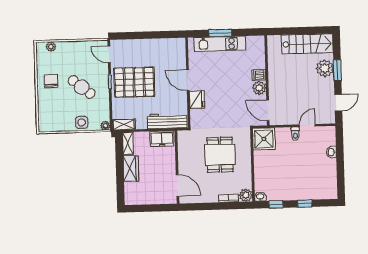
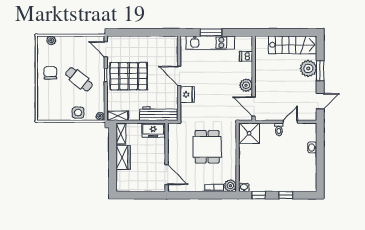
dishwasher: (259, 75) -> (246, 56), moved

